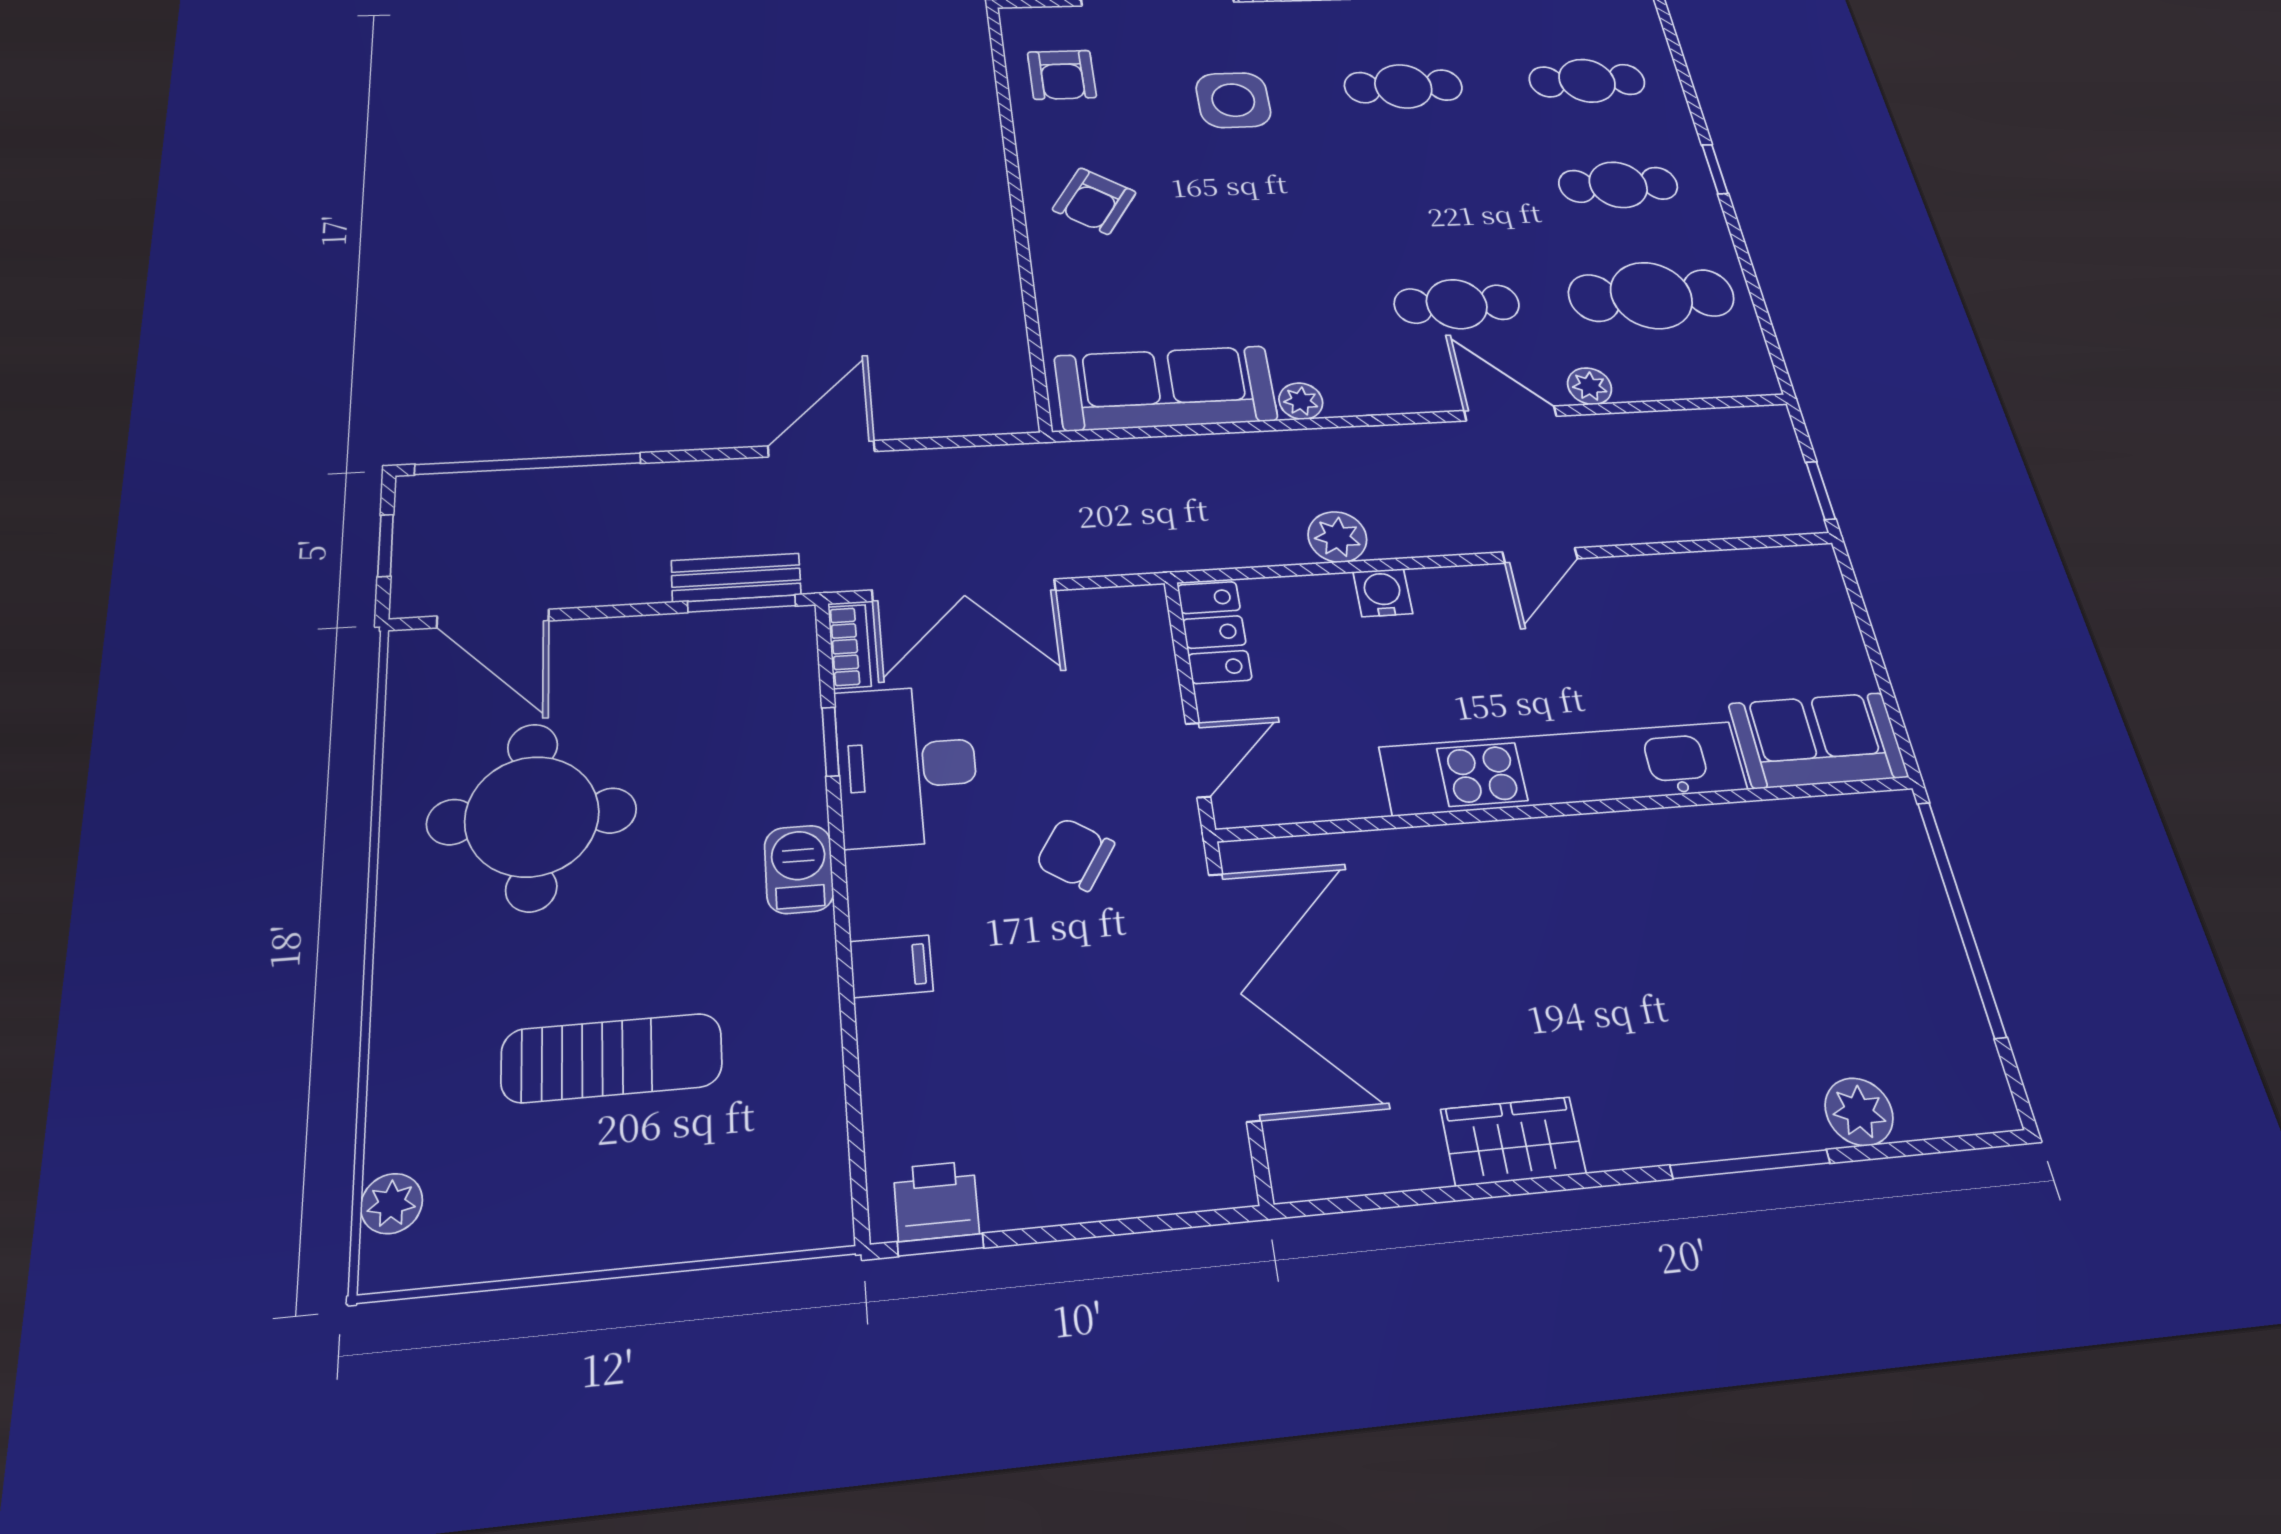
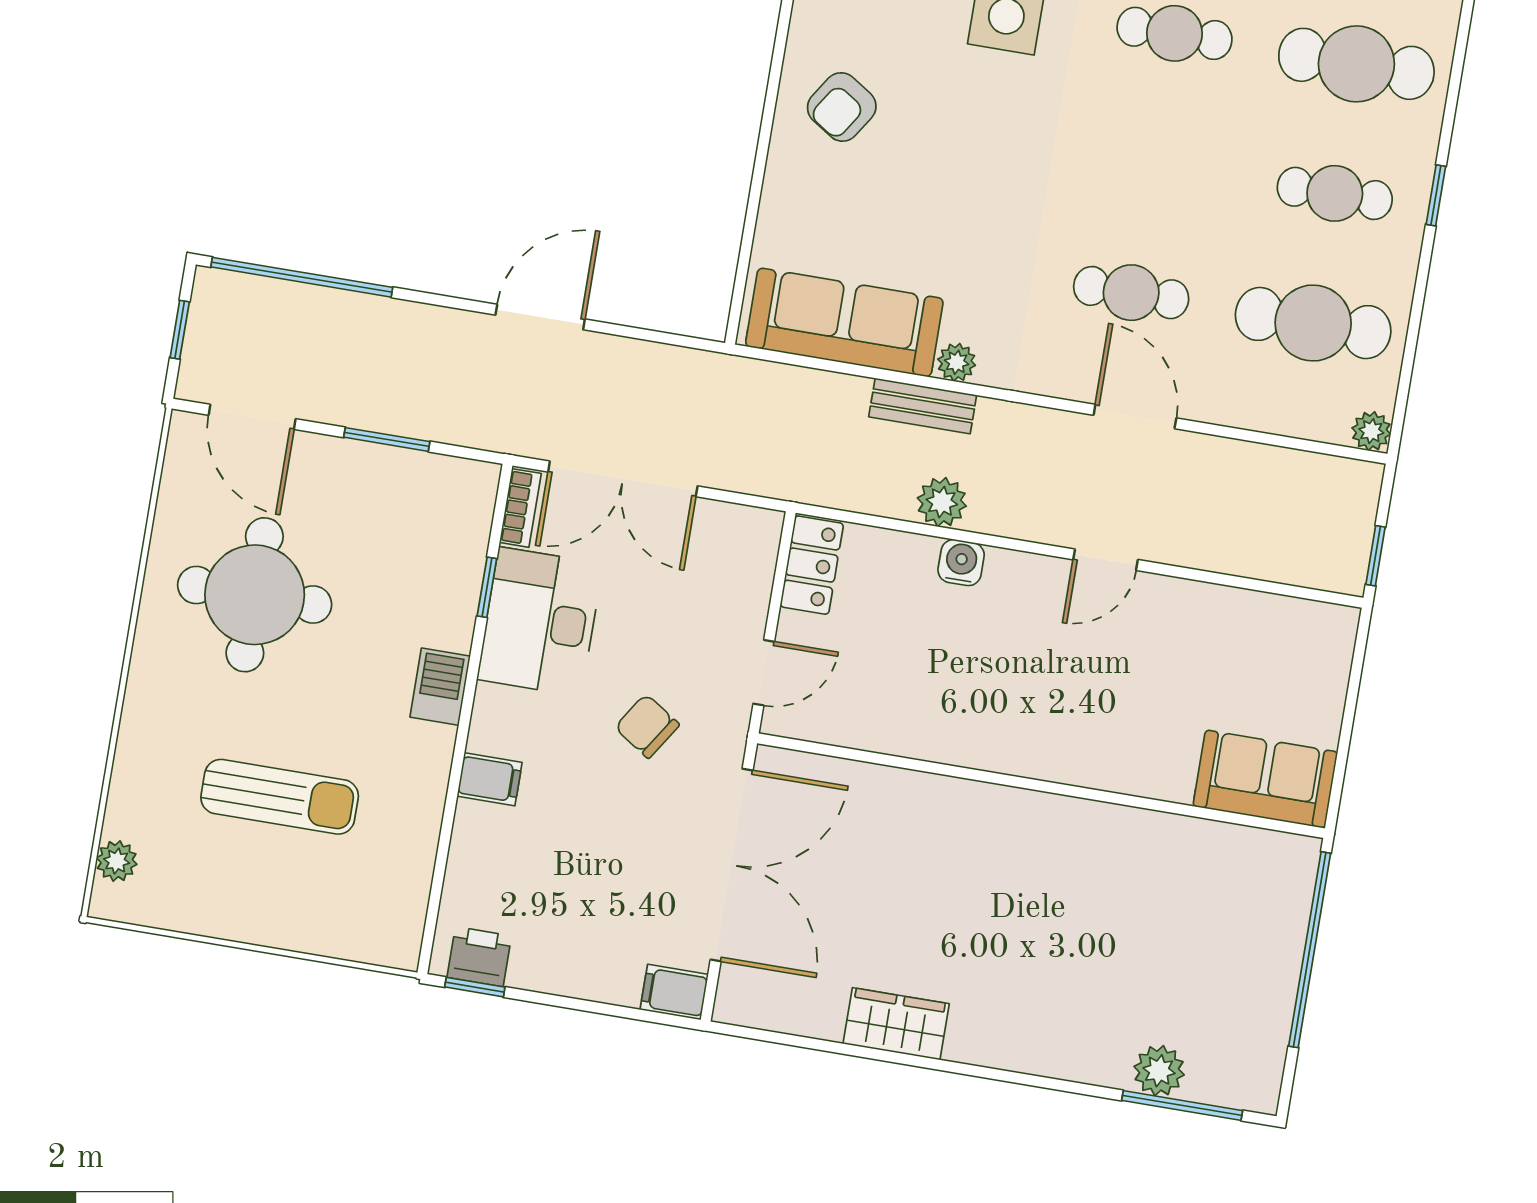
cafe table: (1587, 81) -> (1356, 64), width x1.37, depth x1.35
plant: (1590, 386) -> (1371, 431), moved
bench: (736, 578) -> (923, 406), moved
window: (742, 604) -> (387, 439), moved
kitchen unit: (1564, 768) -> (1049, 751), removed
window: (1750, 1164) -> (1182, 1105), moved
filing cabinet: (1213, 1178) -> (674, 992), added

